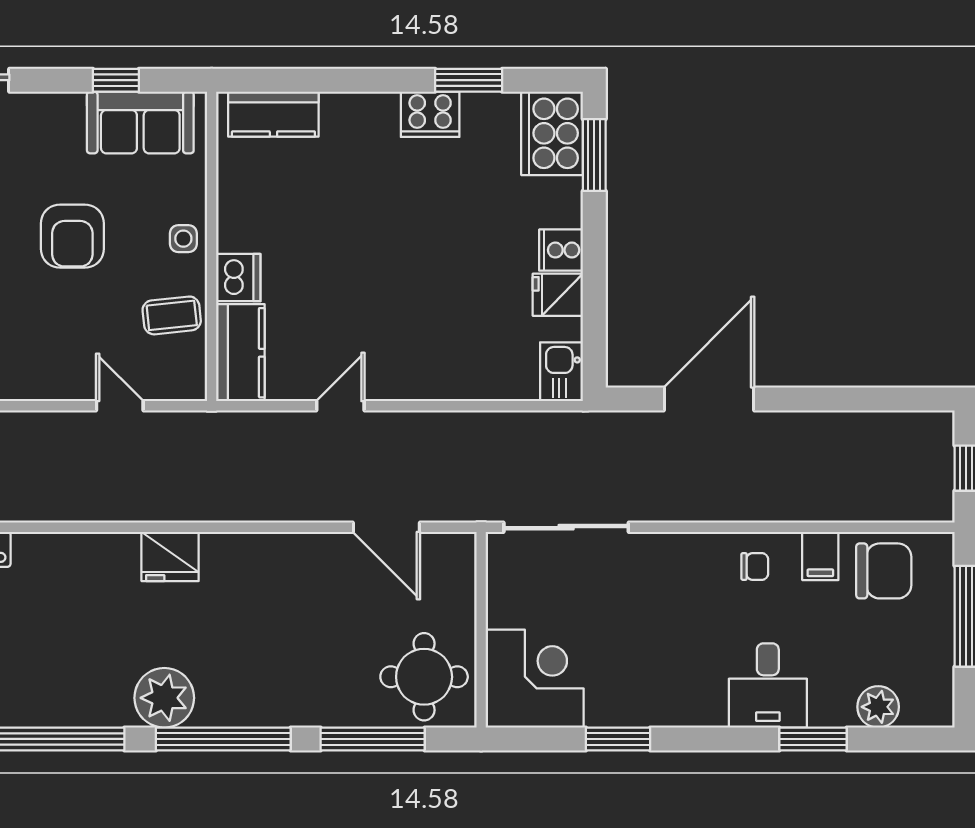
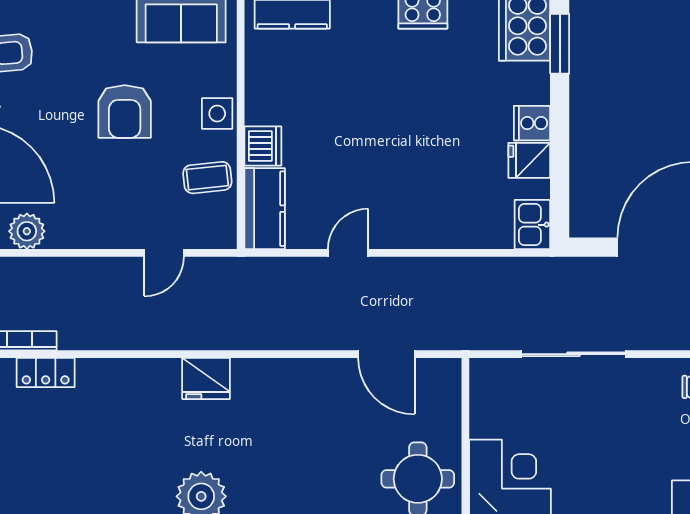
side table: (183, 239) -> (217, 114), width x1.37, depth x1.37
door: (120, 406) -> (164, 253), swing flipped
sliding door: (566, 527) -> (574, 354), moved

